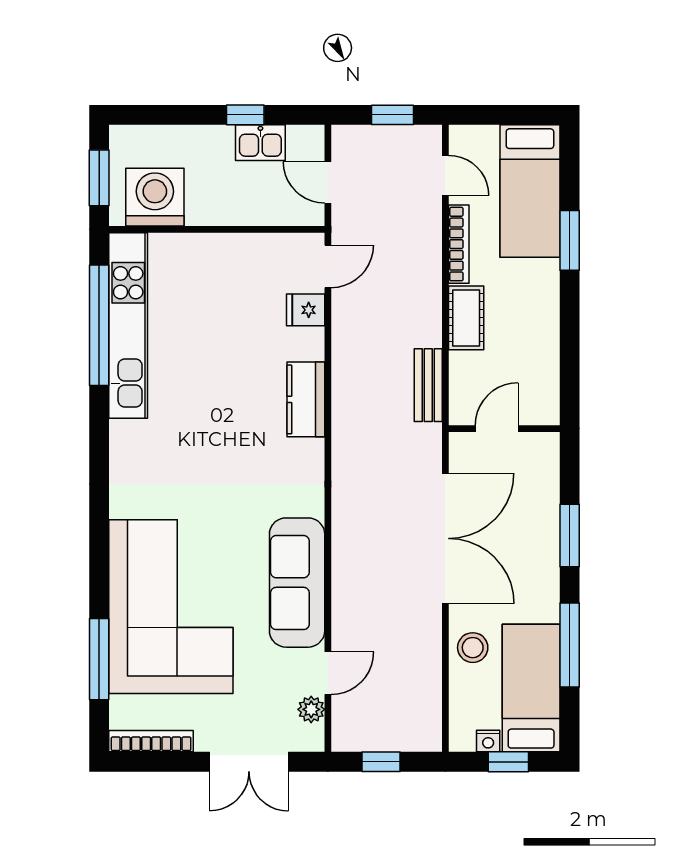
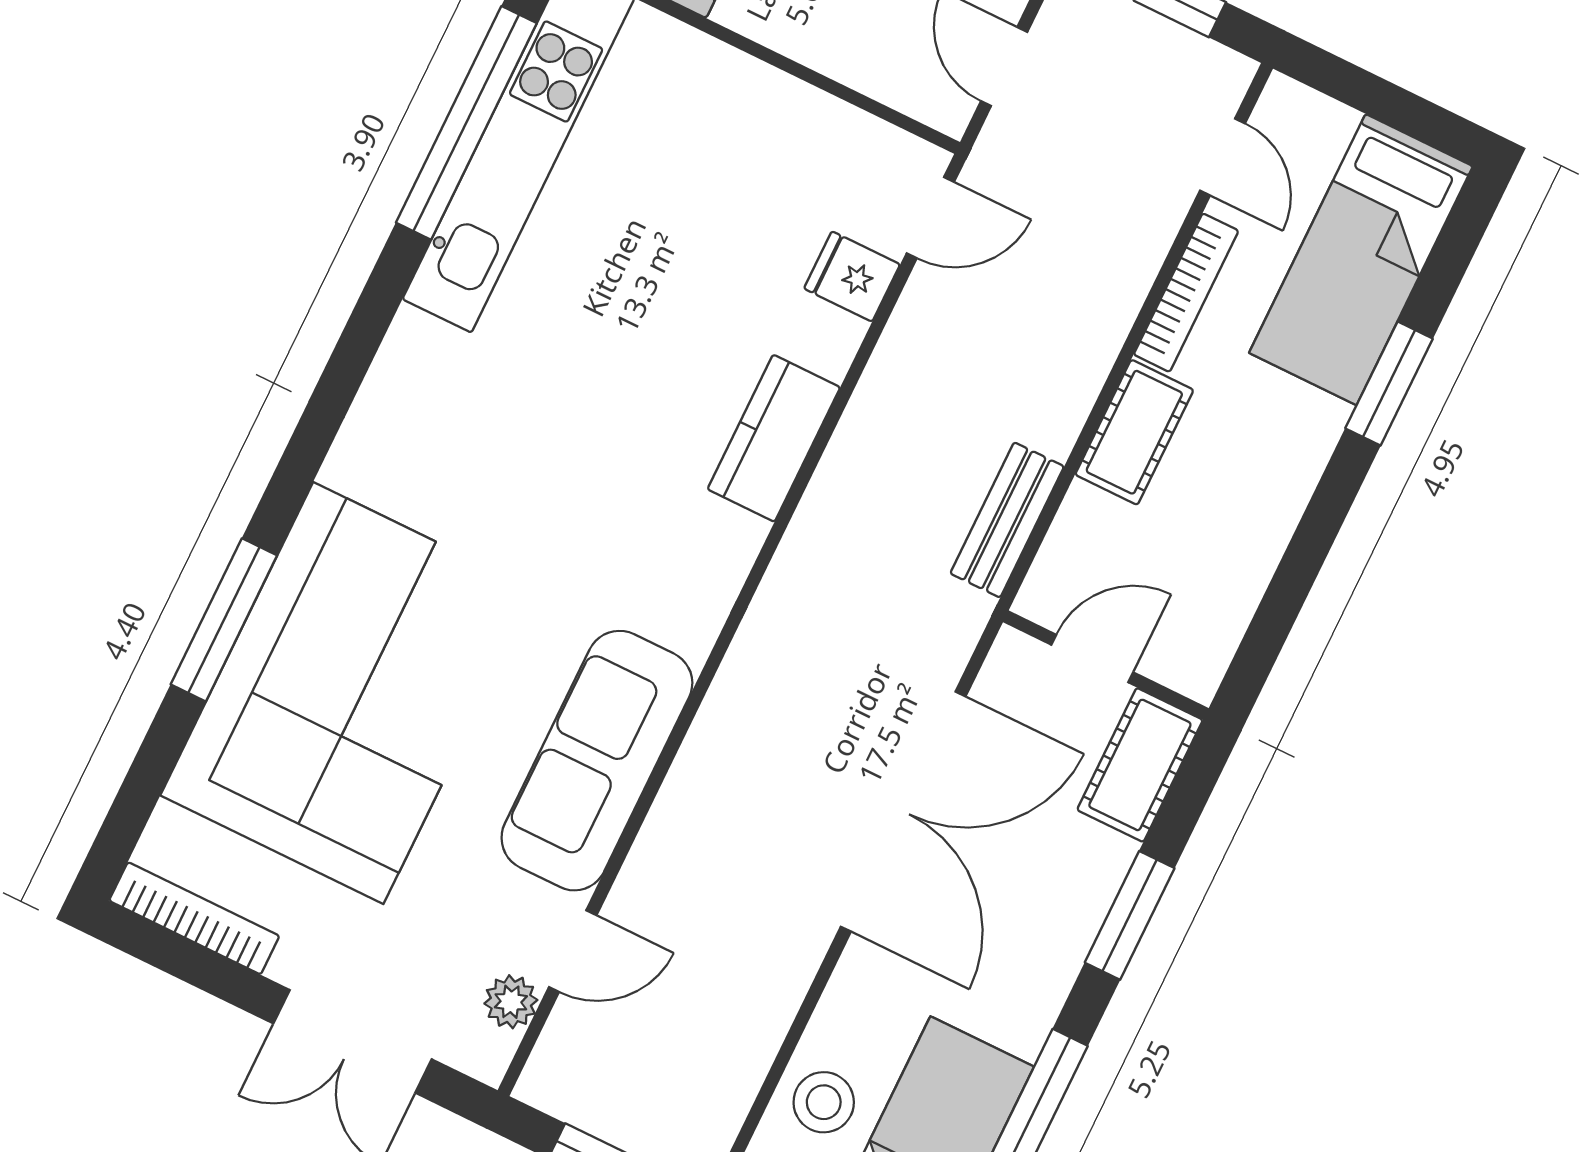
cot: (541, 466) -> (1140, 765), added
stool: (473, 648) -> (824, 1102), moved
window: (99, 659) -> (224, 620), moved

